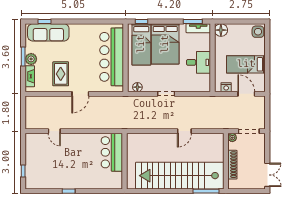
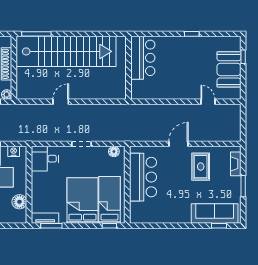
floor lamp: (221, 30) -> (19, 202), moved
bar counter: (112, 57) -> (143, 177), width x0.73
plant: (31, 59) -> (234, 183), removed
desk: (198, 62) -> (45, 159), moved
bar counter: (112, 152) -> (143, 58), moved
booth: (36, 160) -> (229, 69), added

